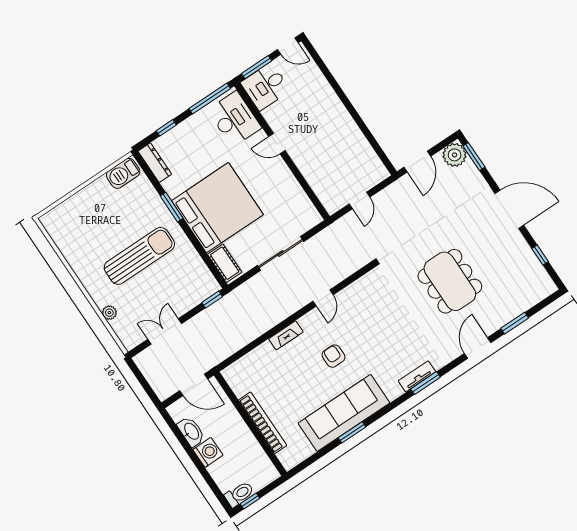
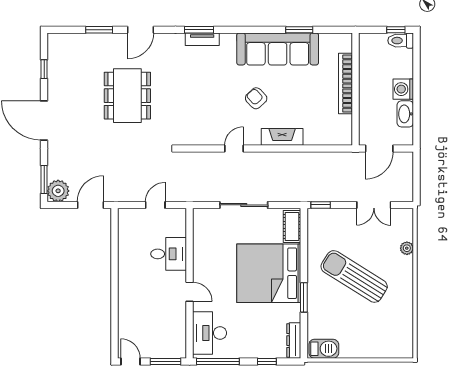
desk: (266, 86) -> (169, 254), moved
sun lounger: (139, 256) -> (354, 276), turned 32
fireplace: (286, 335) -> (282, 137), width x1.37, depth x1.32
armchair: (334, 356) -> (256, 98), turned 137
door: (194, 385) -> (379, 149), swing flipped
window: (352, 432) -> (299, 30), moved

